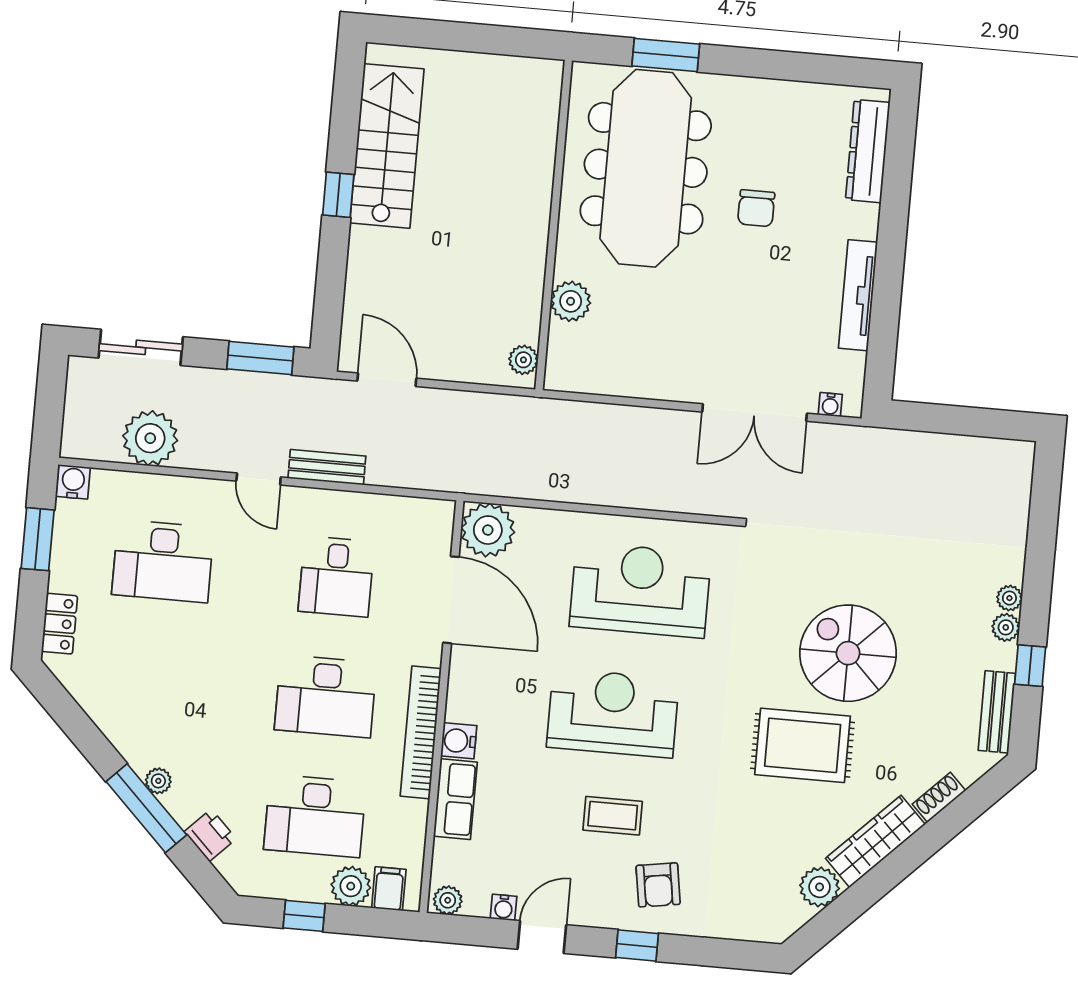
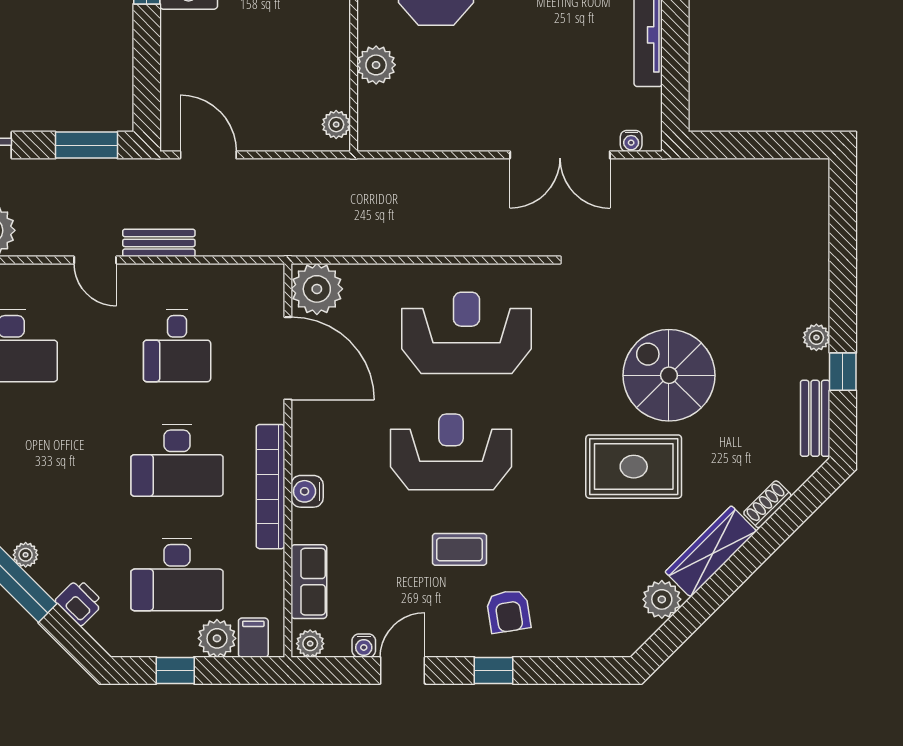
plant: (1009, 598) -> (817, 309), removed
row of seats: (455, 799) -> (309, 582), moved

